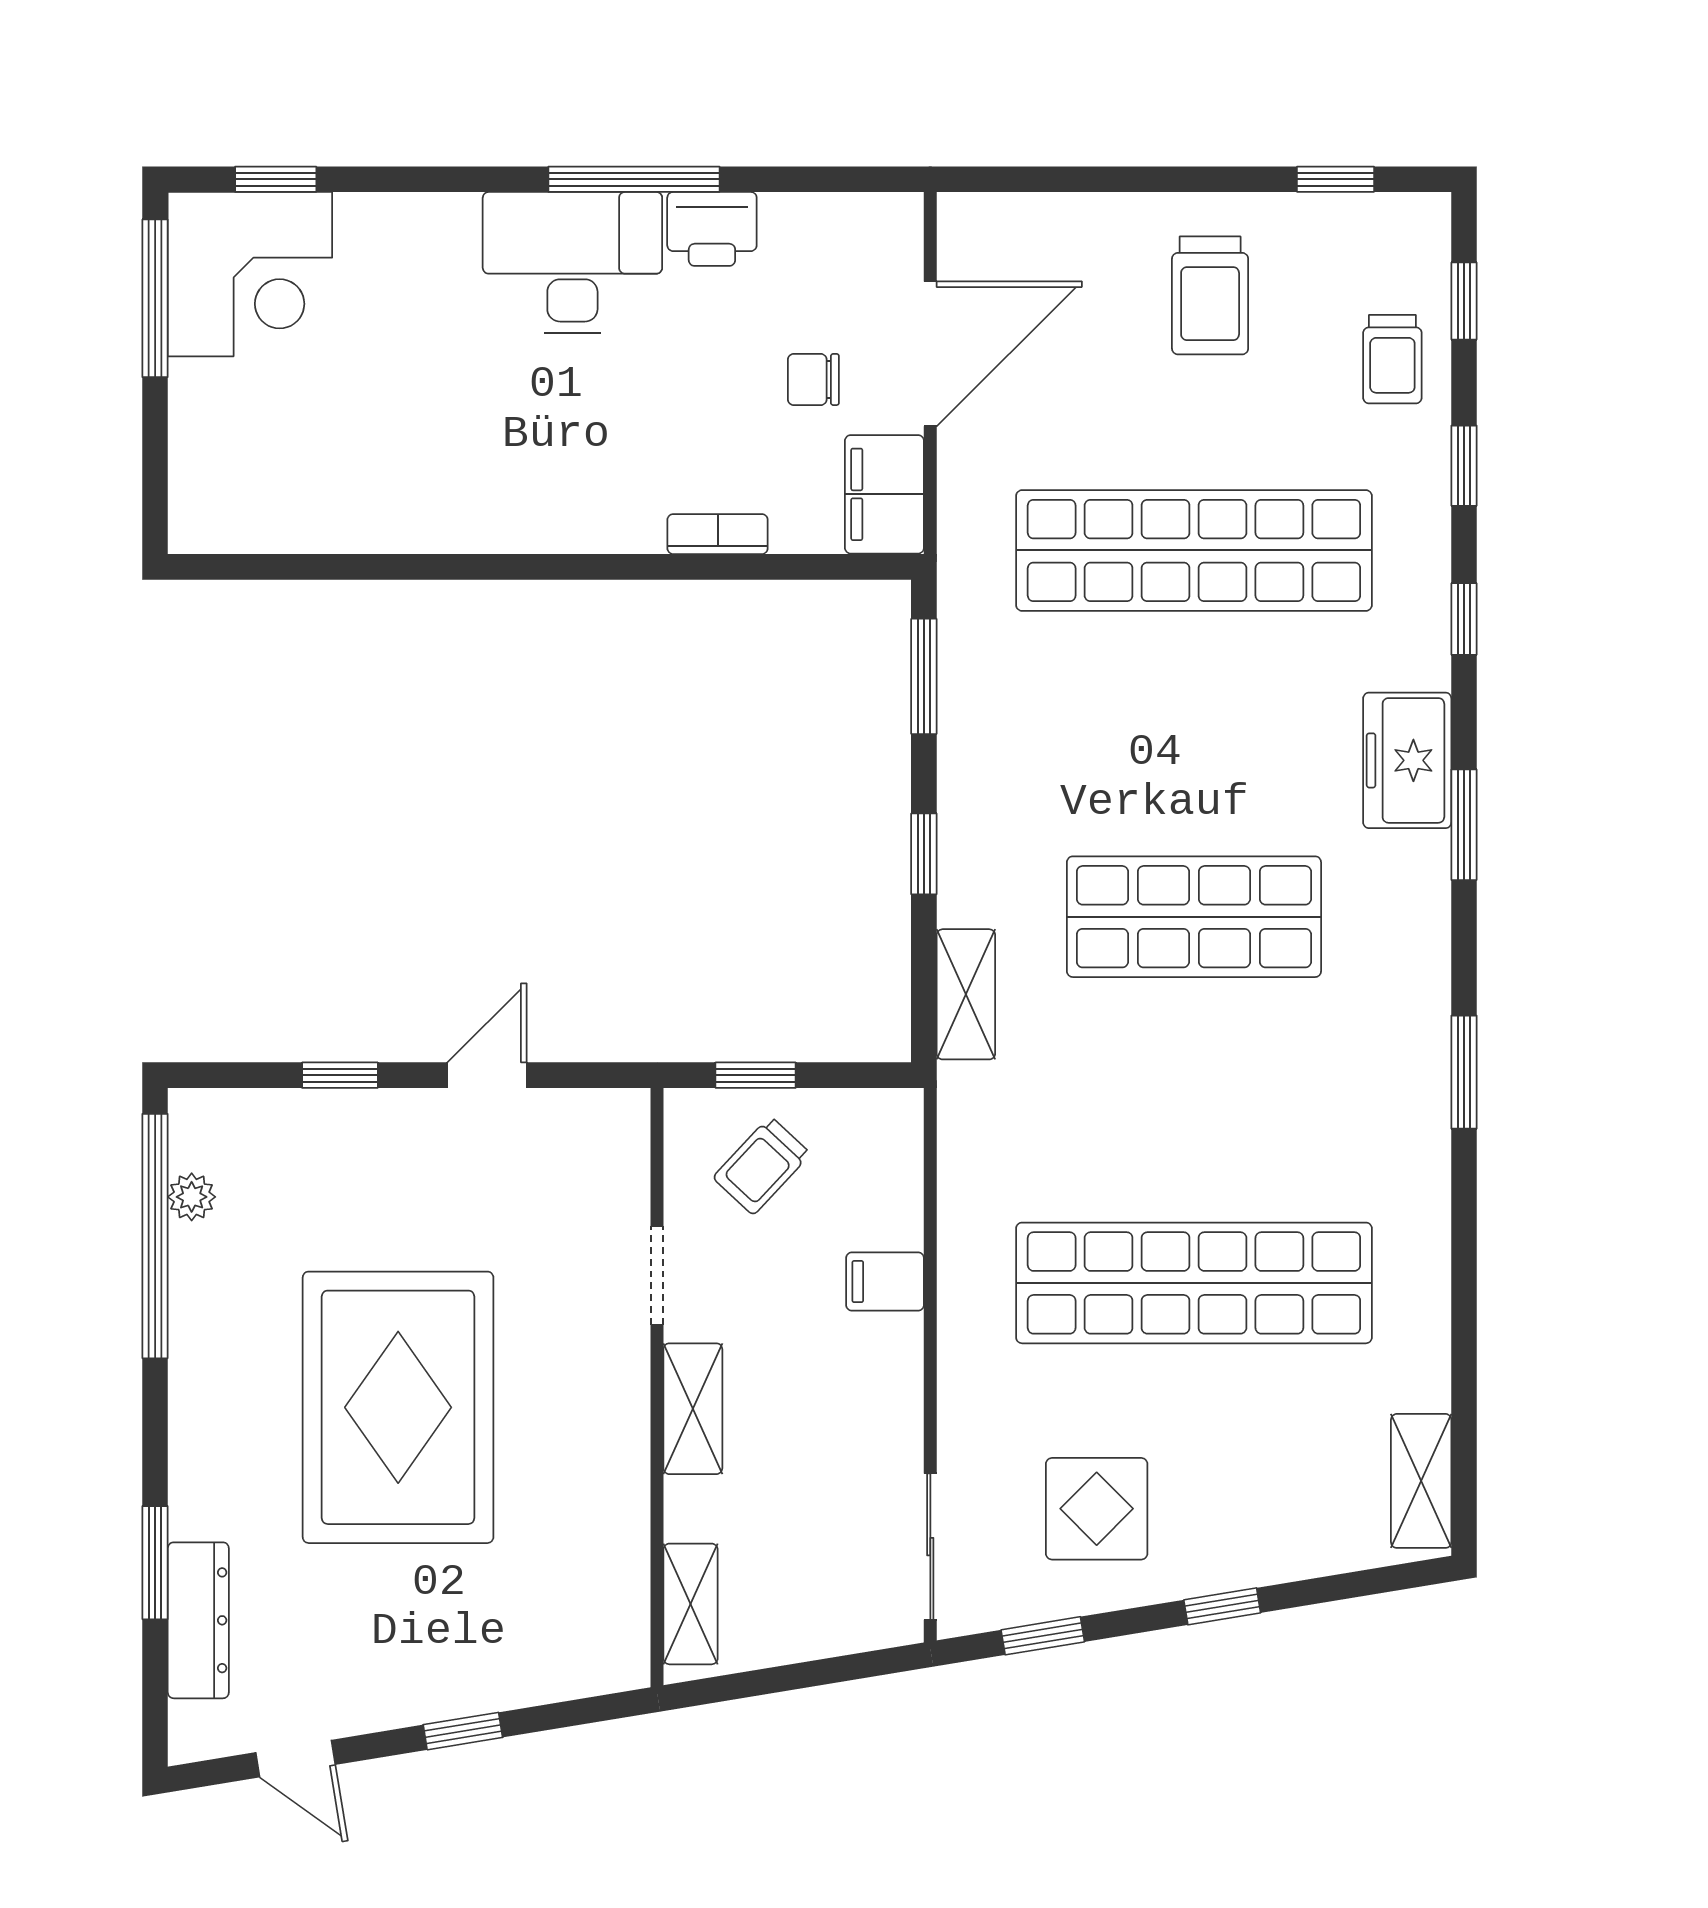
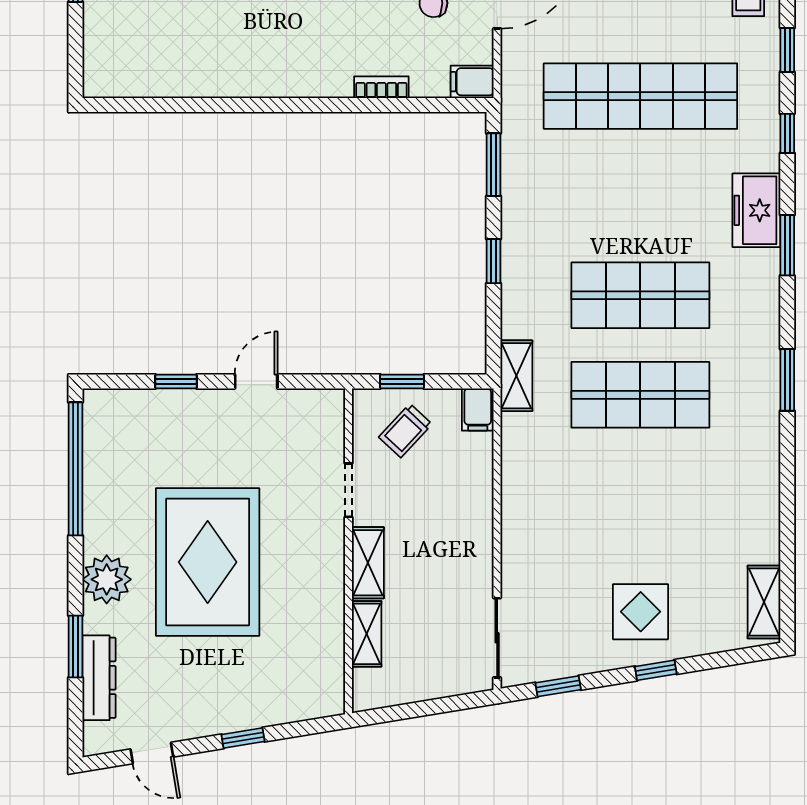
filing cabinet: (884, 494) -> (472, 82), width x0.50
shelving: (966, 994) -> (516, 376), moved
plant: (192, 1197) -> (107, 579), moved, width x1.88, depth x1.88
filing cabinet: (885, 1282) -> (478, 410), moved, turned -90
shop shelf: (1194, 1283) -> (640, 395), moved, width x0.71
display table: (1097, 1509) -> (641, 612), moved
shelving: (691, 1604) -> (367, 634), moved

